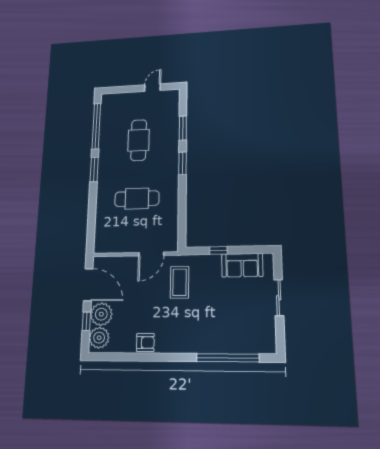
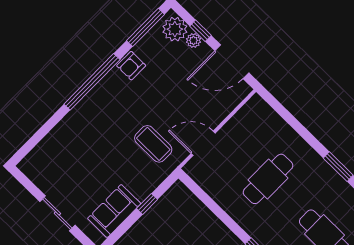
door: (151, 254) -> (203, 143), hinge flipped
plant: (101, 314) -> (194, 40), width x0.53, depth x0.53
window: (114, 357) -> (146, 27), added
window: (228, 358) -> (92, 82), moved

